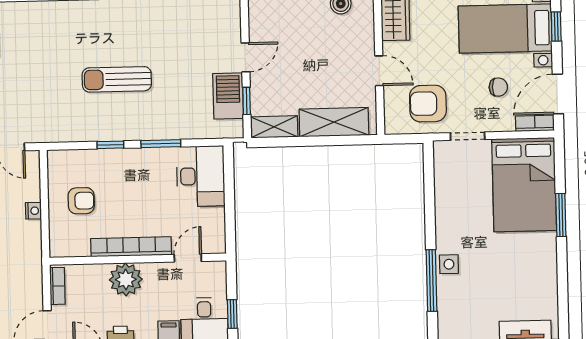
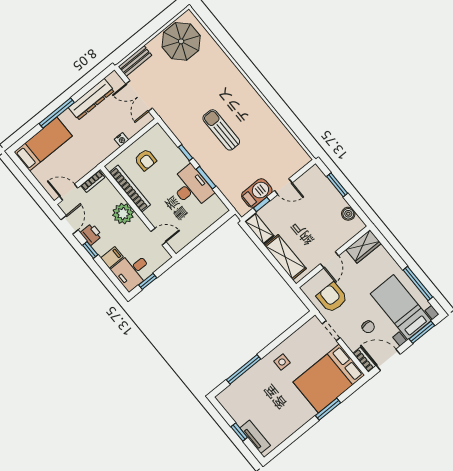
window: (556, 26) -> (422, 332), width x1.50
desk: (201, 176) -> (191, 187), moved, turned -90
bookcase: (131, 247) -> (130, 189), moved
side table: (449, 264) -> (282, 362), moved

